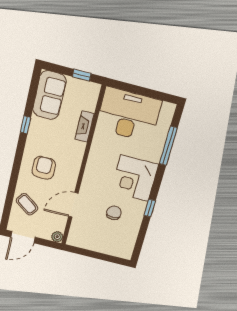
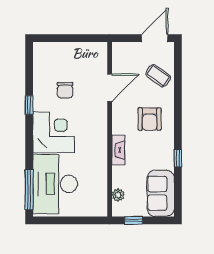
desk: (129, 115) -> (55, 184), moved, turned 90
fireplace: (85, 127) -> (118, 150), moved
window: (168, 146) -> (29, 190), moved
plant: (57, 237) -> (118, 195), moved

